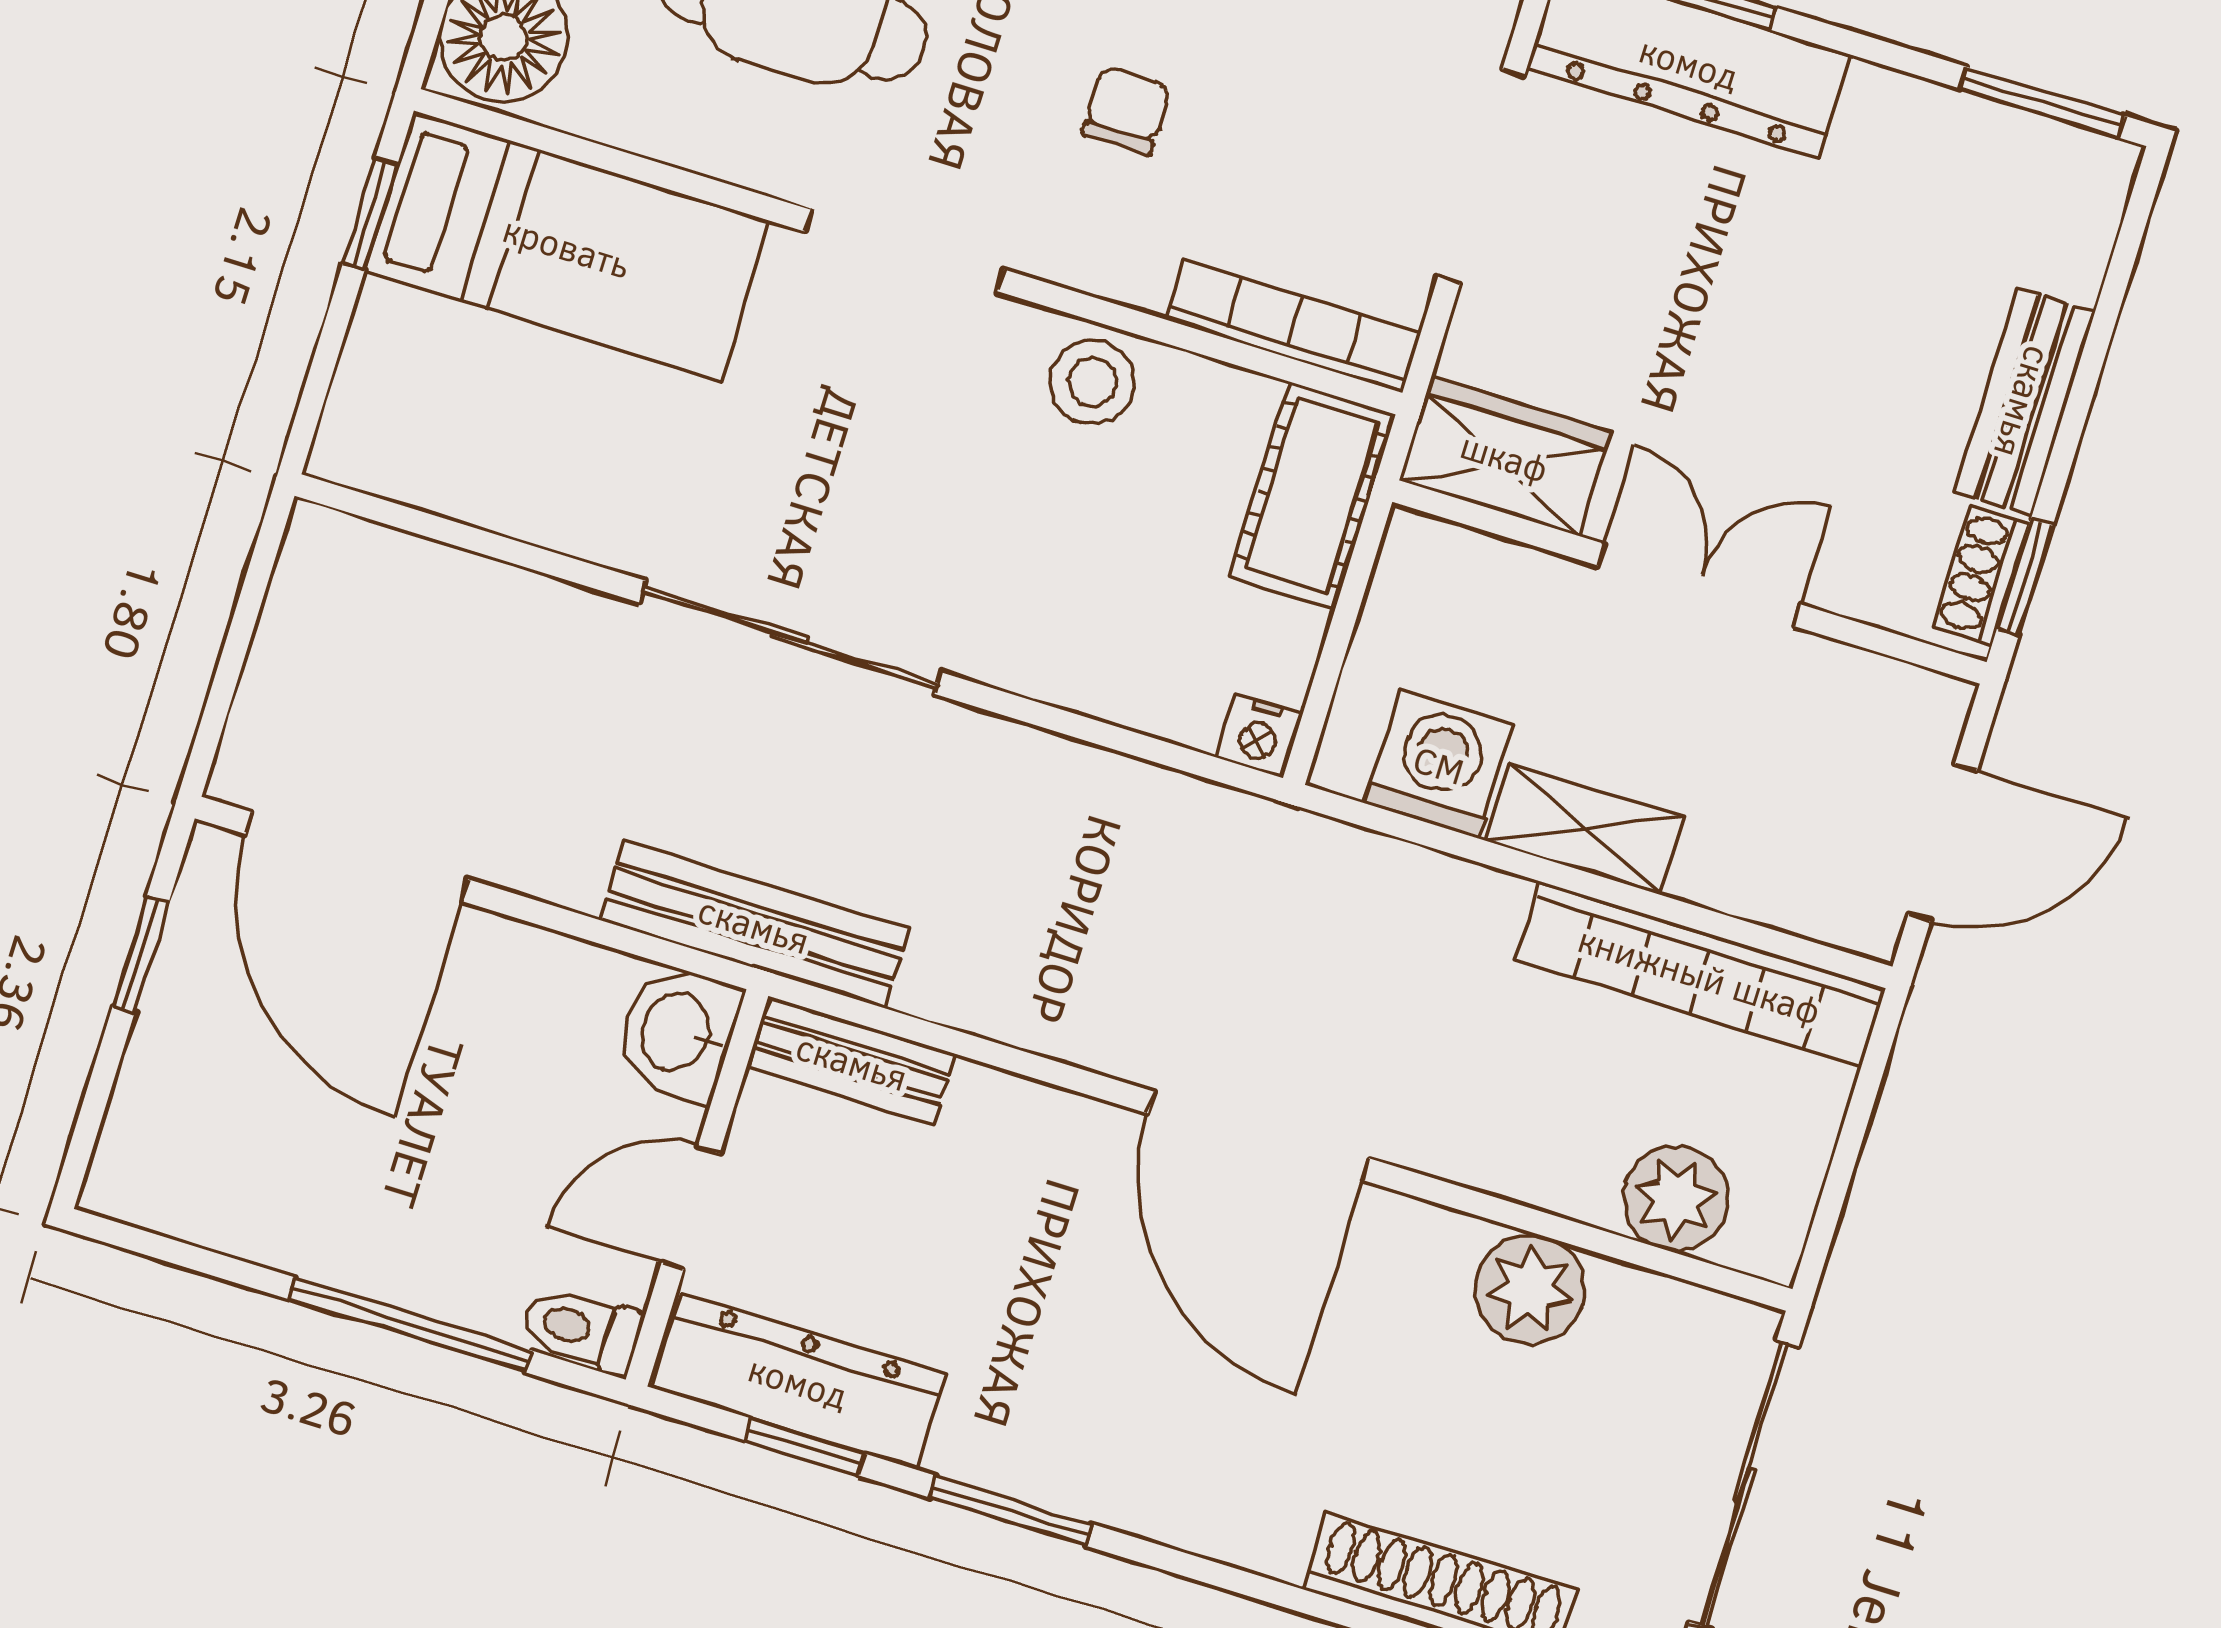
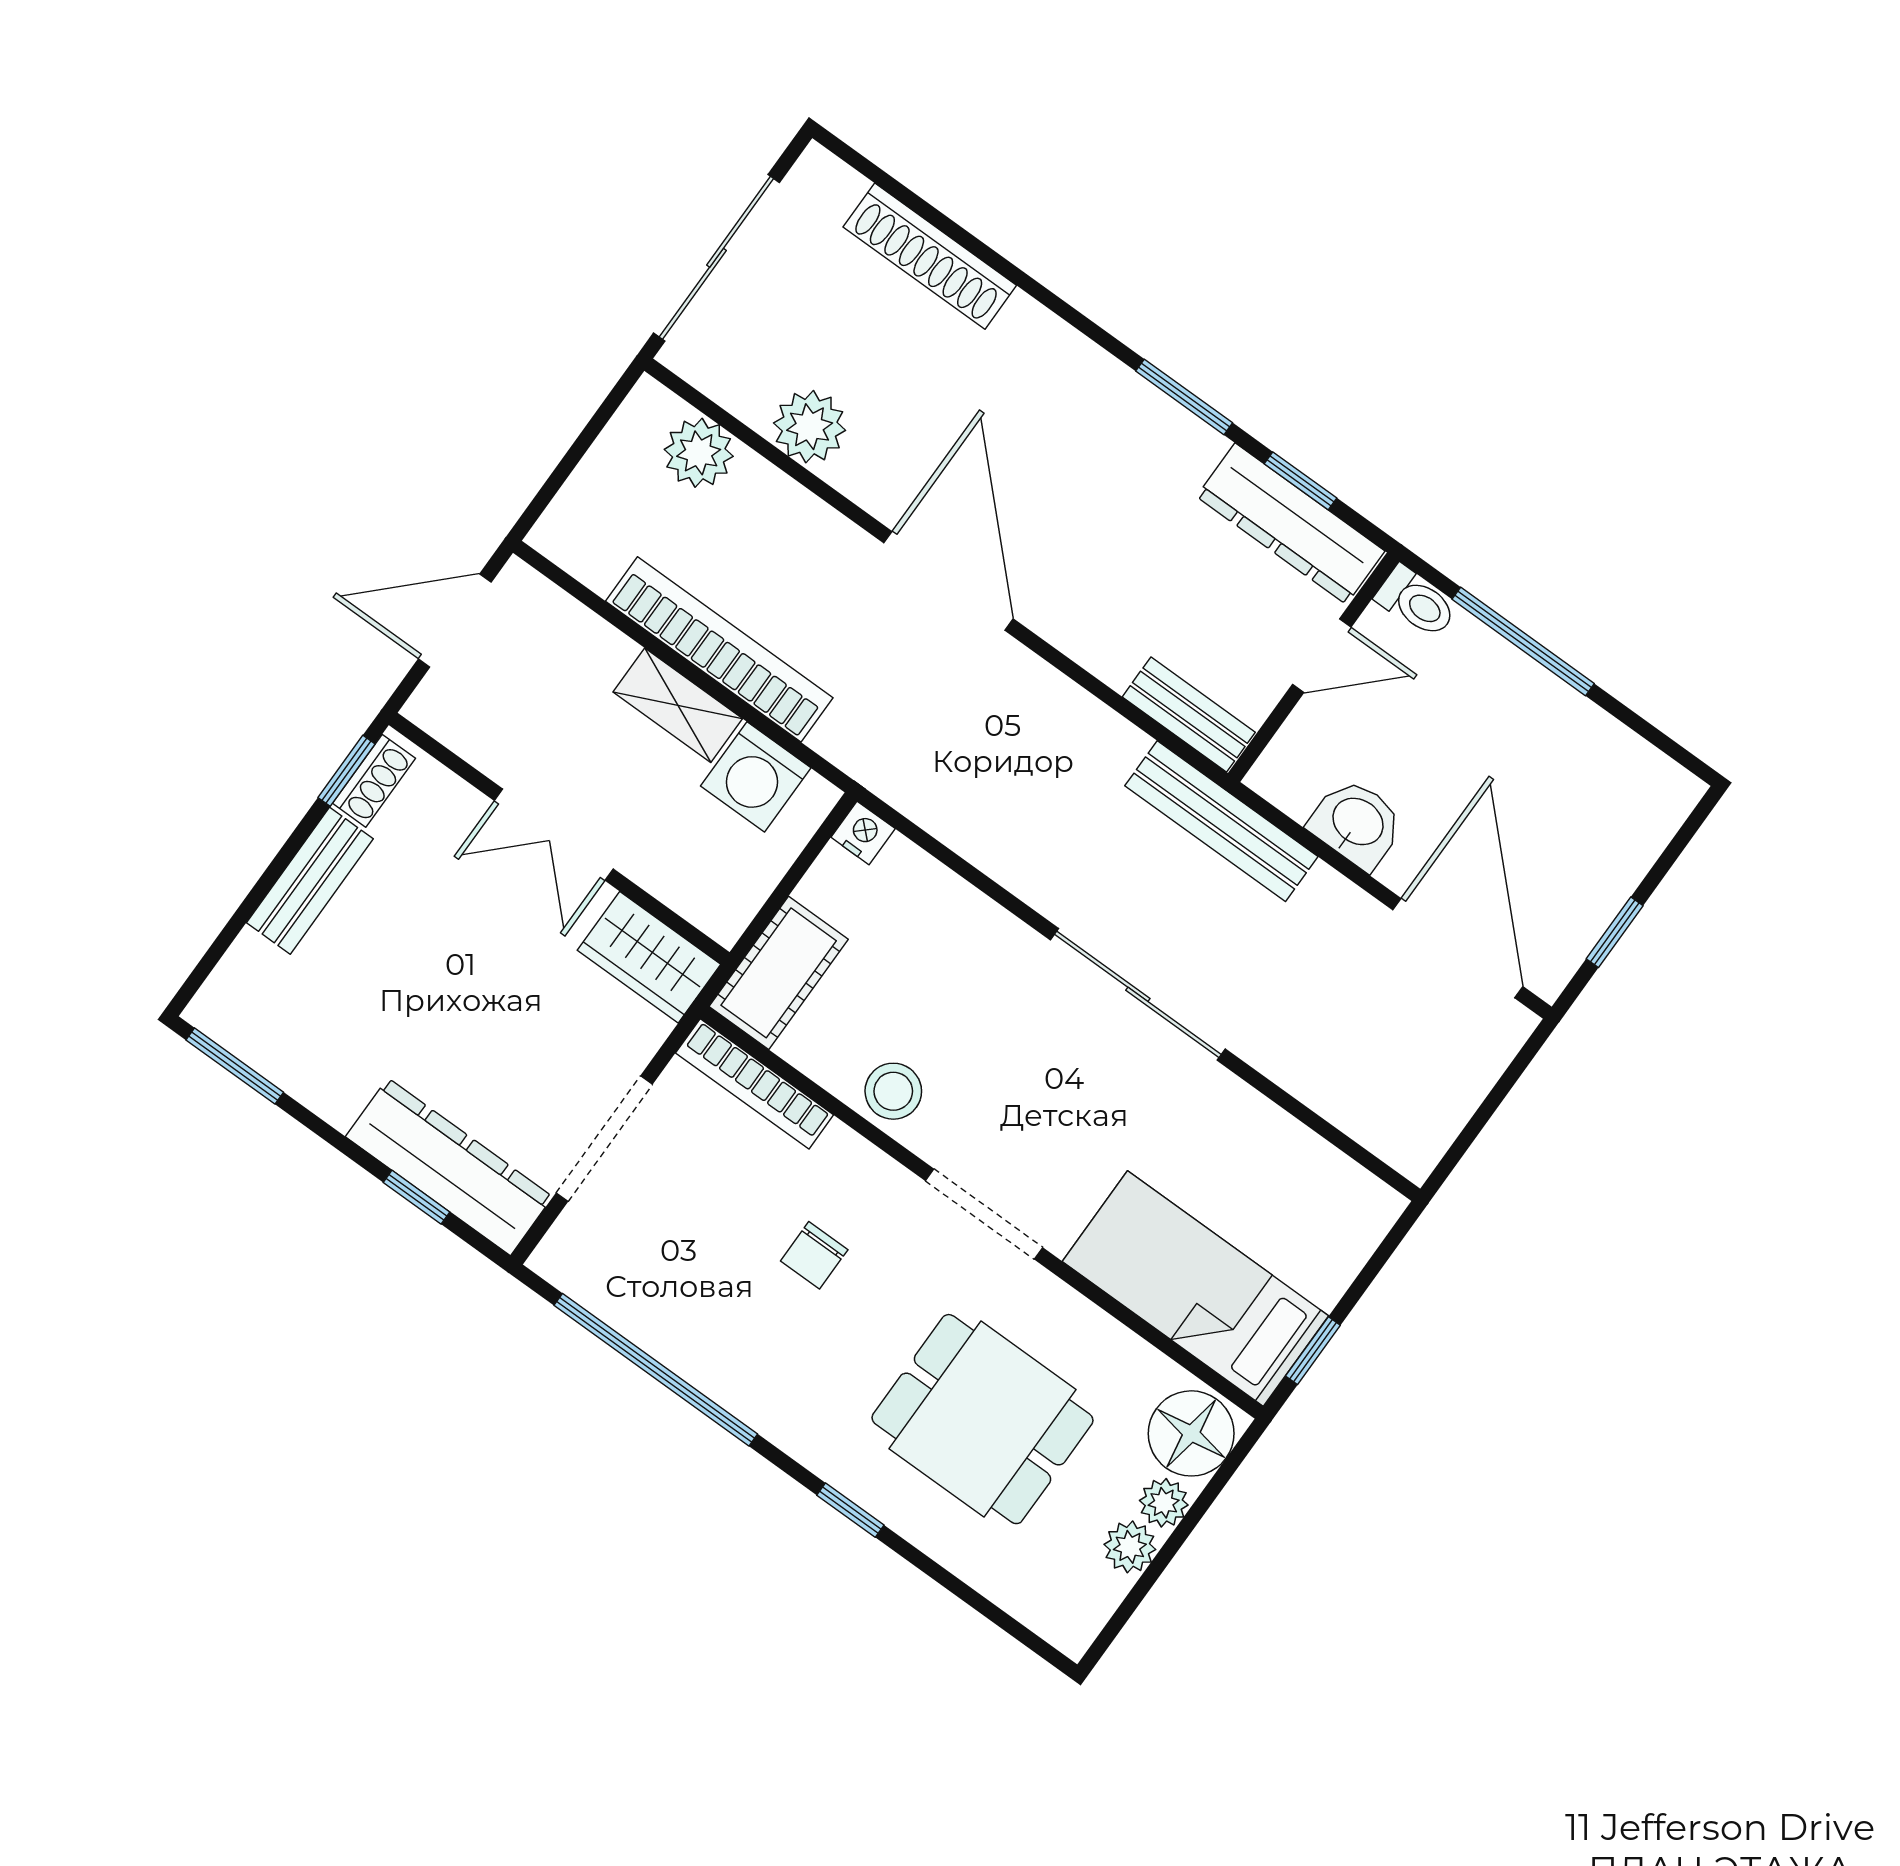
bookcase: (1700, 974) -> (719, 649), moved
washbasin: (678, 1033) -> (1357, 823), moved, turned -90

